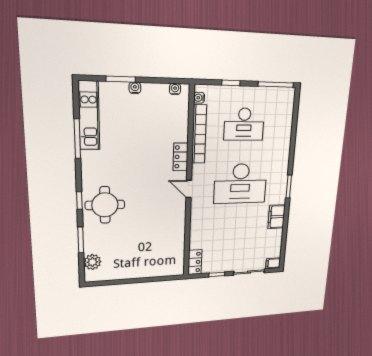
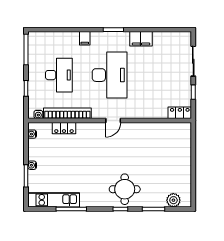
locker: (181, 157) -> (64, 128), moved
filing cabinet: (273, 263) -> (85, 38), moved

